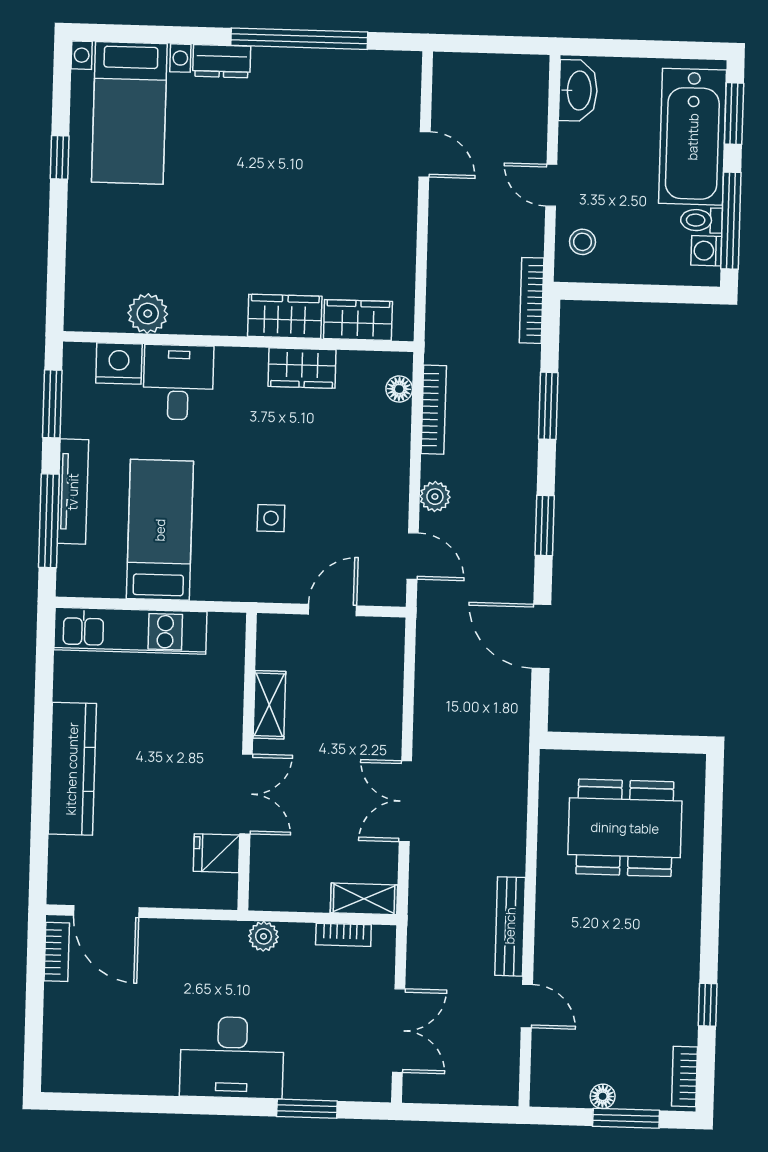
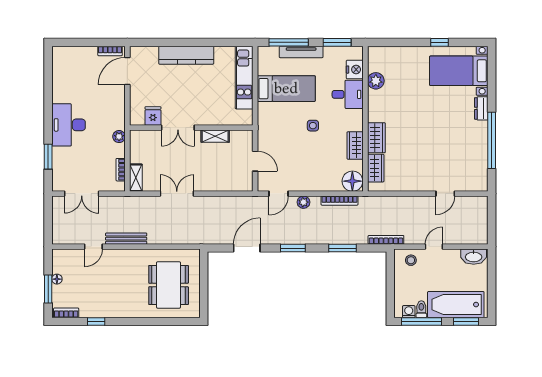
floor lamp: (399, 389) -> (352, 181), width x1.89, depth x1.89
side table: (271, 518) -> (313, 126), moved

